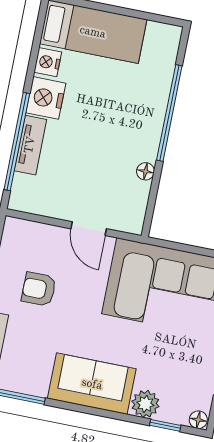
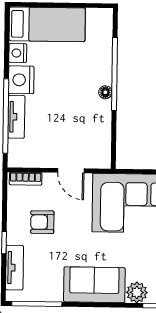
floor lamp: (145, 171) -> (105, 92), moved
bookcase: (28, 228) -> (26, 179), added

